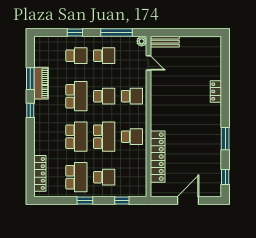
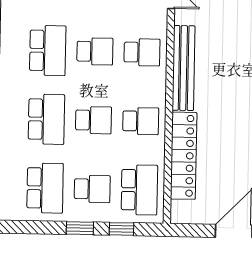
bench: (157, 105) -> (184, 68), added
school desk: (104, 137) -> (94, 120), width x0.54
school desk: (132, 177) -> (139, 190), added
window: (85, 200) -> (80, 228), moved

